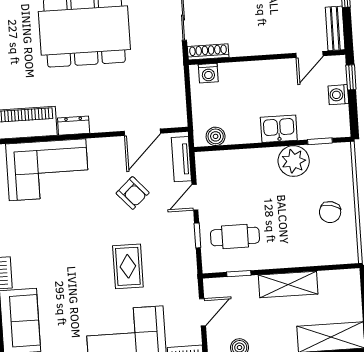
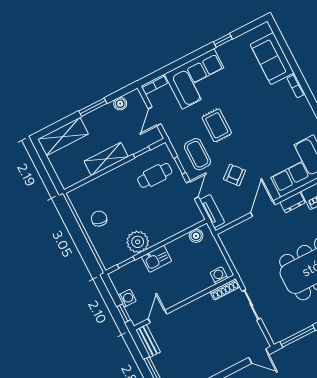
door: (142, 132) -> (263, 209), moved
armchair: (133, 193) -> (235, 175), turned 92
coffee table: (168, 240) -> (198, 154), added

